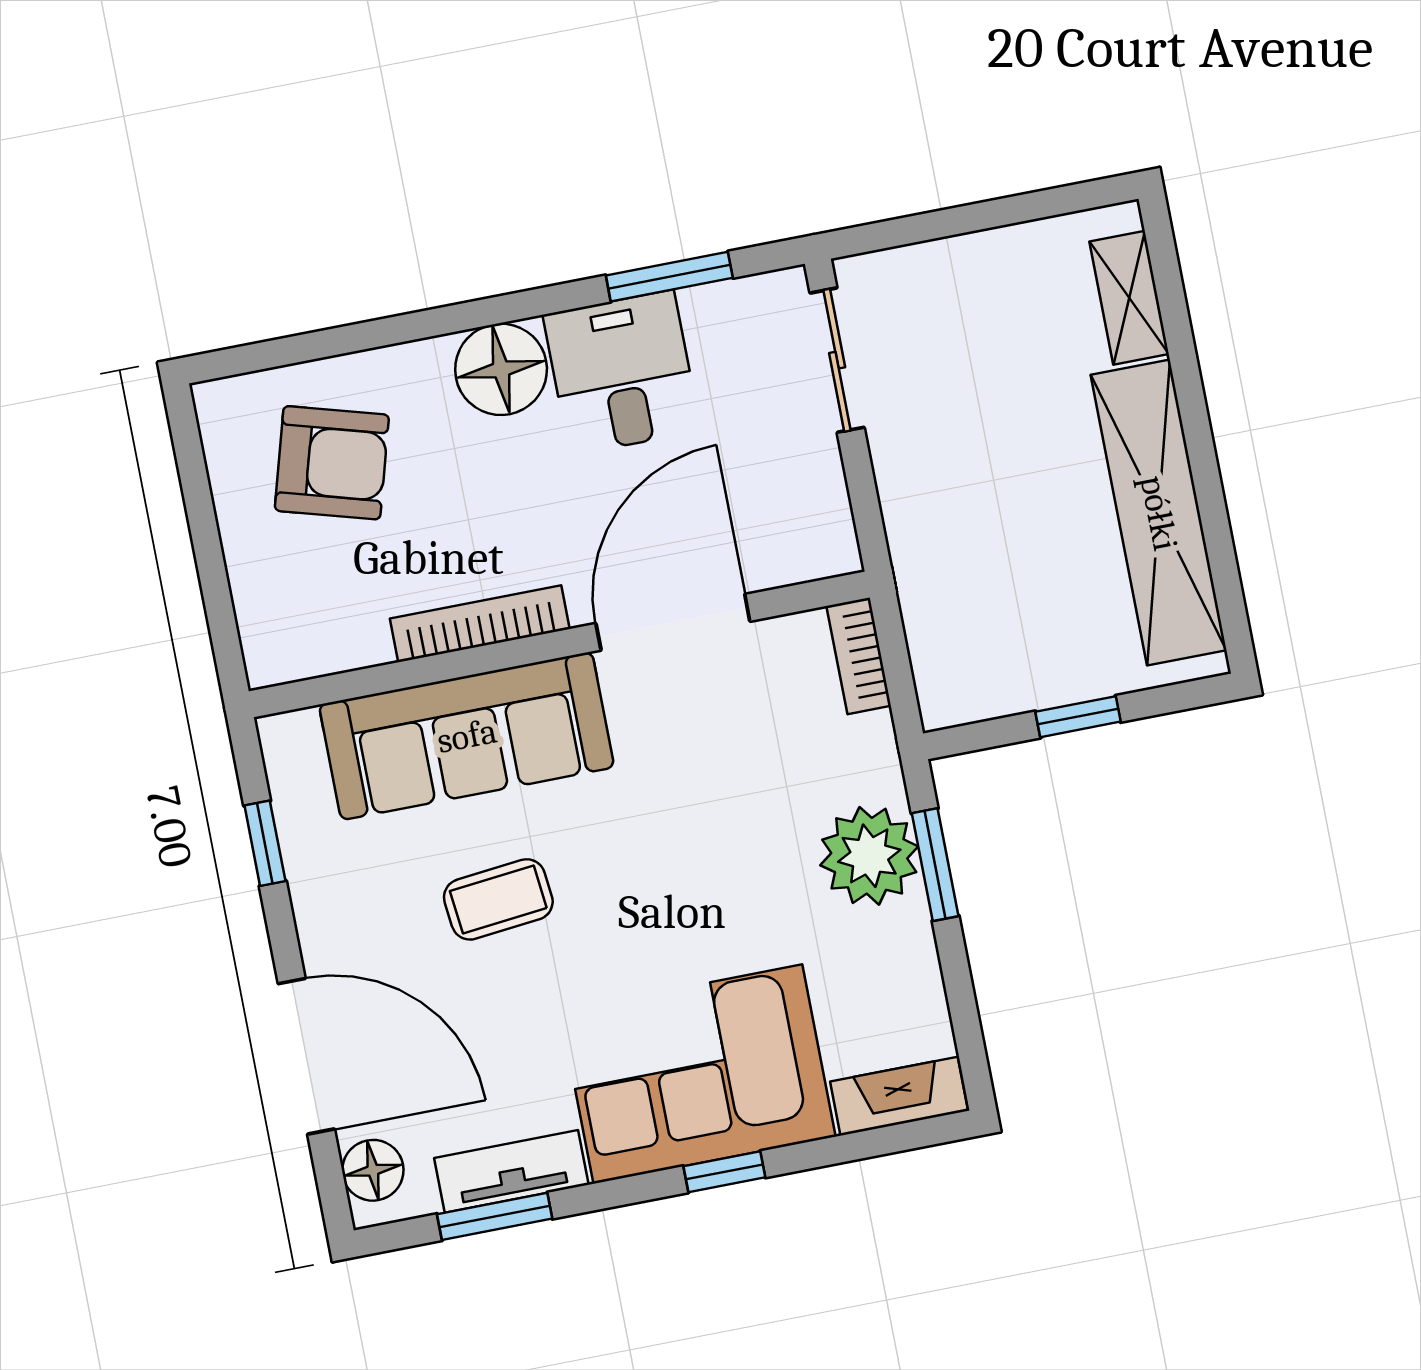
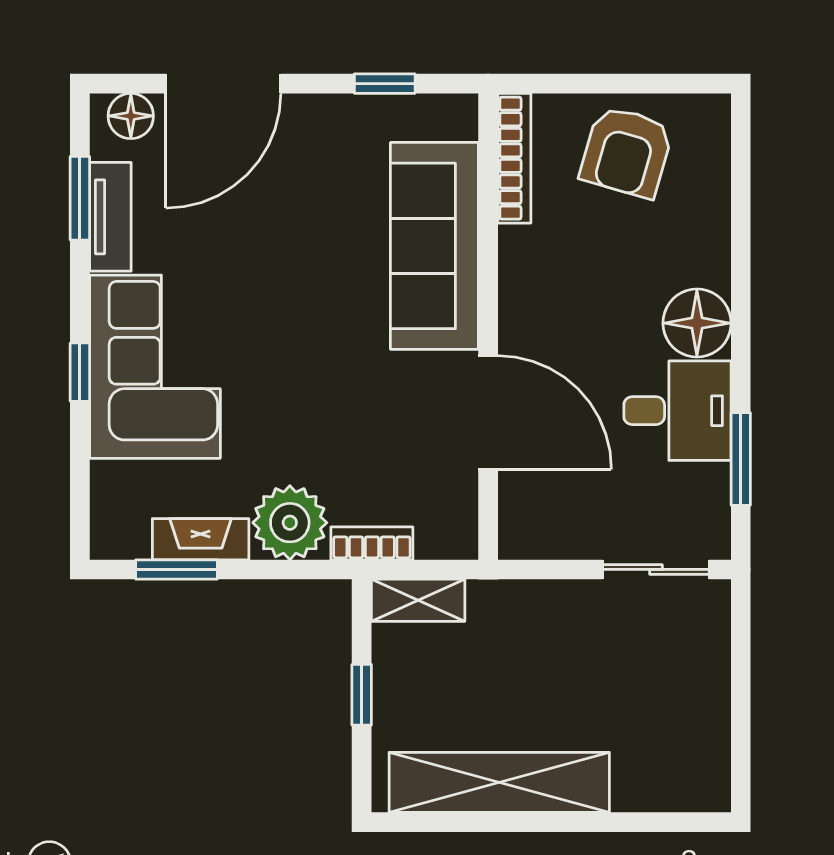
shelving: (1129, 298) -> (418, 600), moved
armchair: (332, 463) -> (626, 152), moved
bookcase: (480, 624) -> (514, 158), moved
bookcase: (859, 656) -> (372, 543), moved
window: (935, 865) -> (176, 569), moved
coffee table: (498, 899) -> (311, 246), removed
fireplace: (899, 1096) -> (201, 539), moved, turned -90

